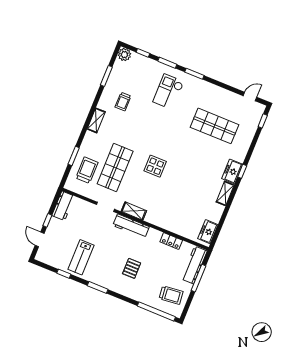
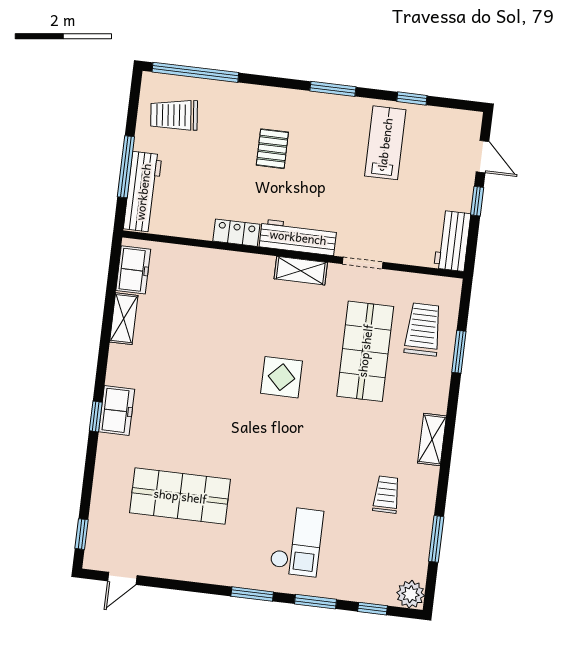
trolley: (87, 170) -> (423, 329), turned 180
shelving: (225, 193) -> (124, 319), moved
locker: (171, 241) -> (236, 233), moved

